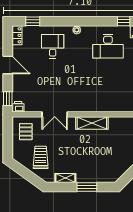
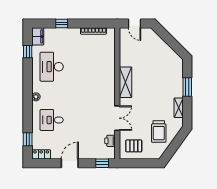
desk: (108, 46) -> (52, 67), turned 180
printer: (18, 107) -> (110, 141), moved
trolley: (41, 157) -> (159, 132), turned -90

